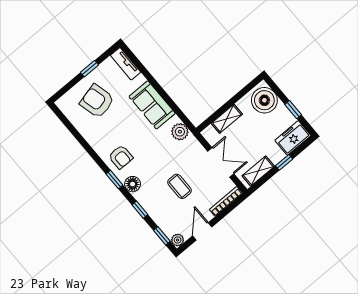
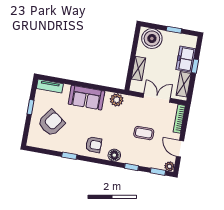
armchair: (97, 101) -> (51, 123), turned 140
freezer: (293, 138) -> (186, 59), moved
window: (114, 179) -> (69, 156), moved

